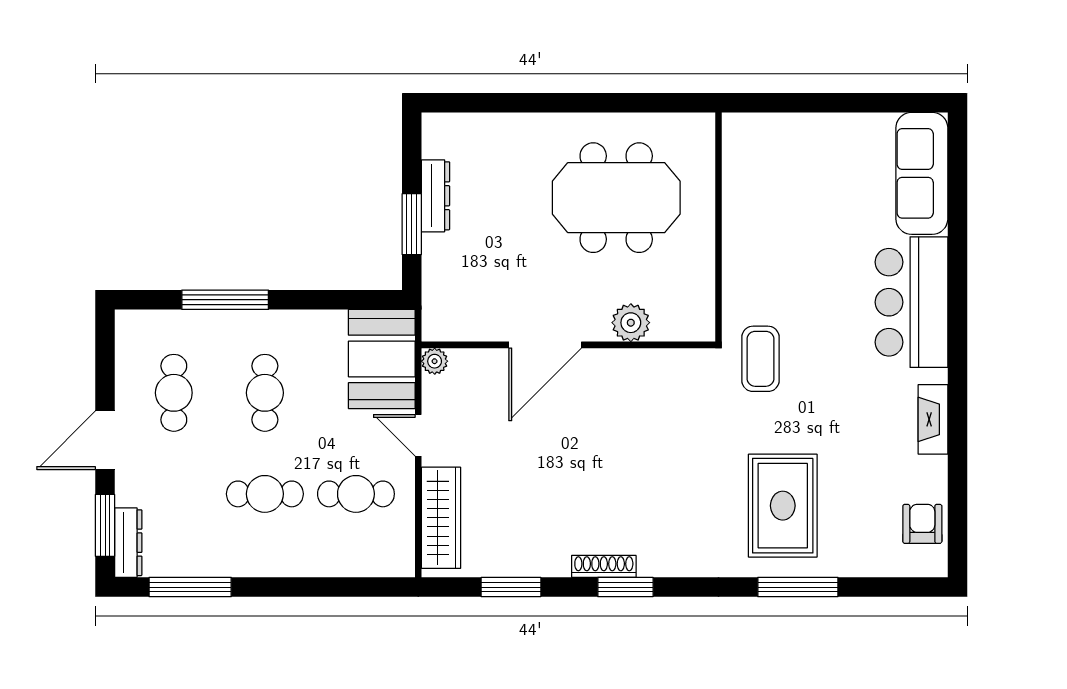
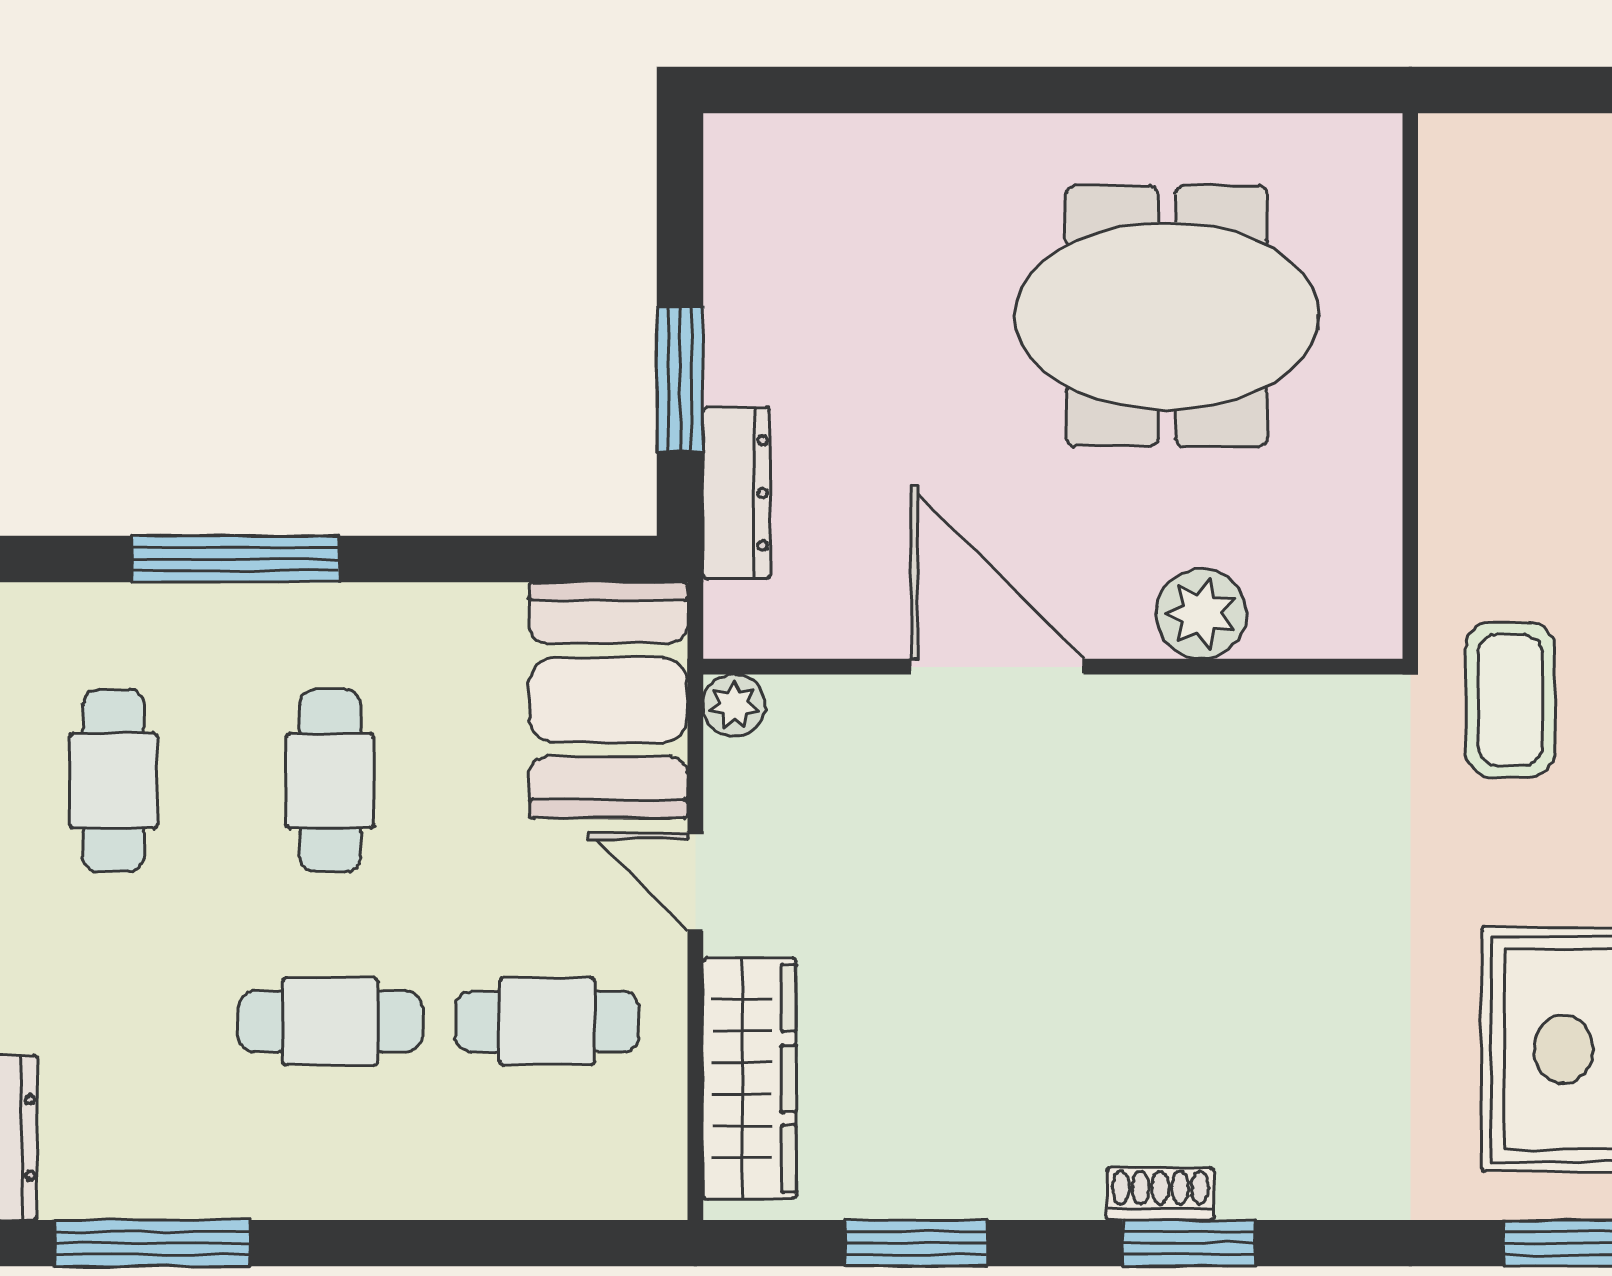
dresser: (436, 196) -> (737, 493), moved
door: (545, 345) -> (997, 667), swing flipped
shoe rack: (604, 566) -> (1160, 1194), width x0.70

